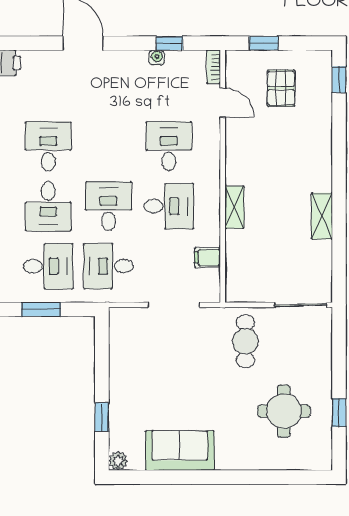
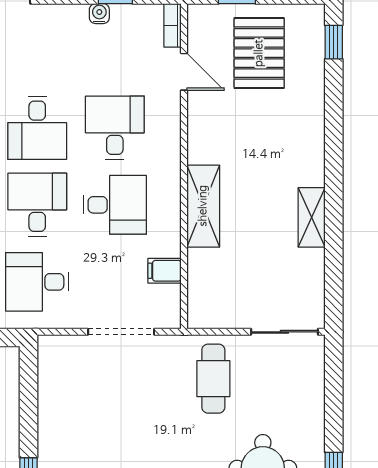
pallet: (281, 88) -> (259, 53), width x1.50, depth x1.42
desk: (109, 146) -> (37, 128), added
shelving: (234, 207) -> (203, 206), width x1.50, depth x1.33

